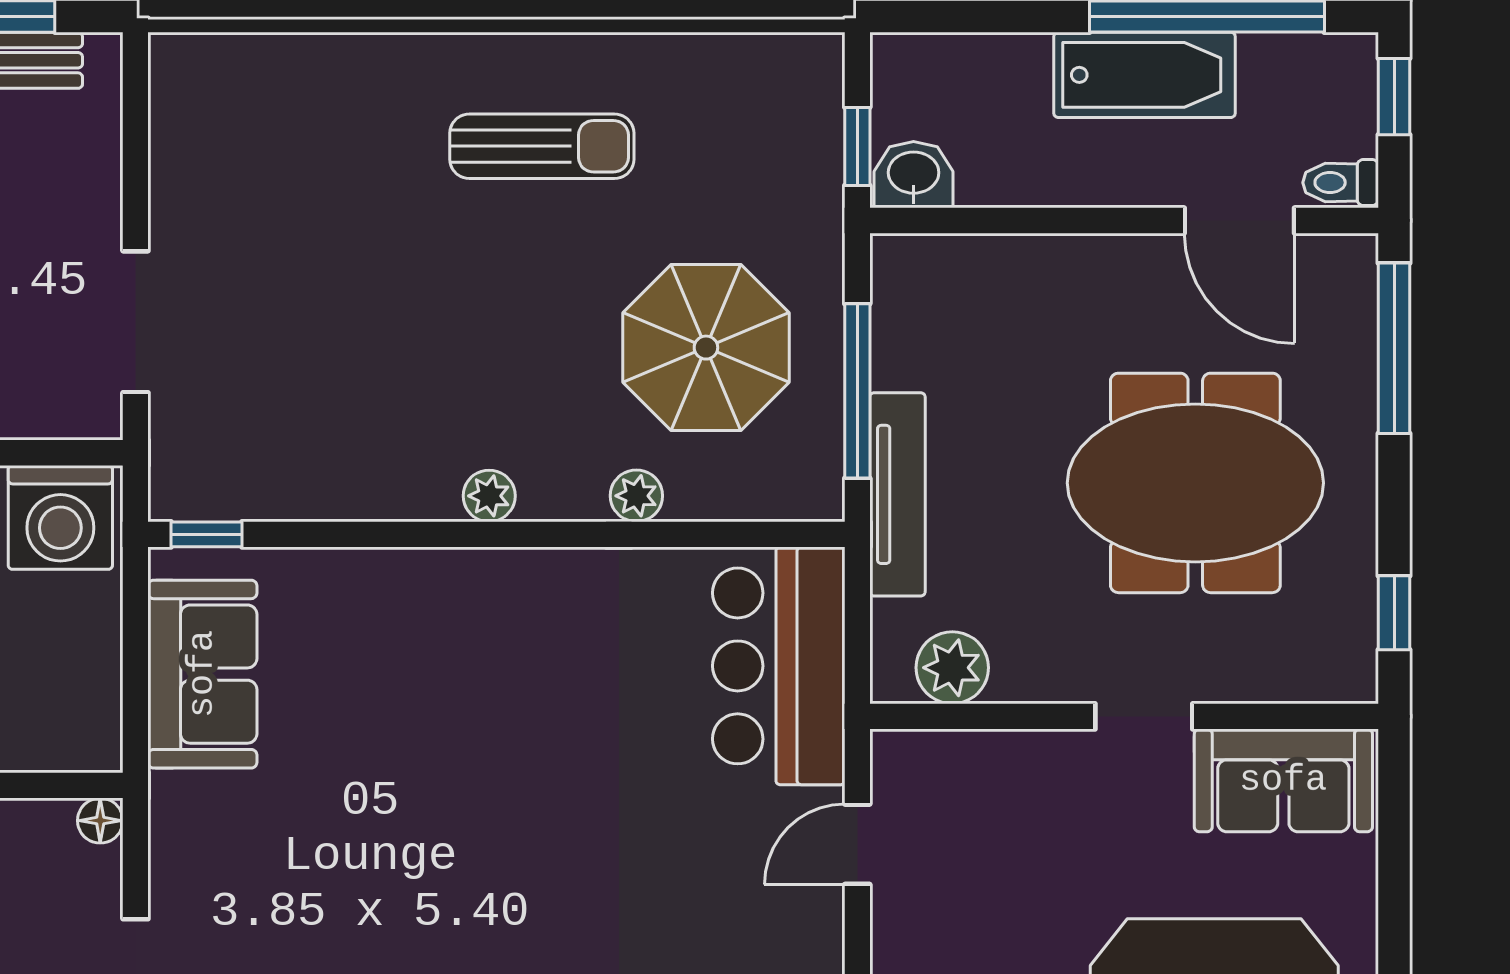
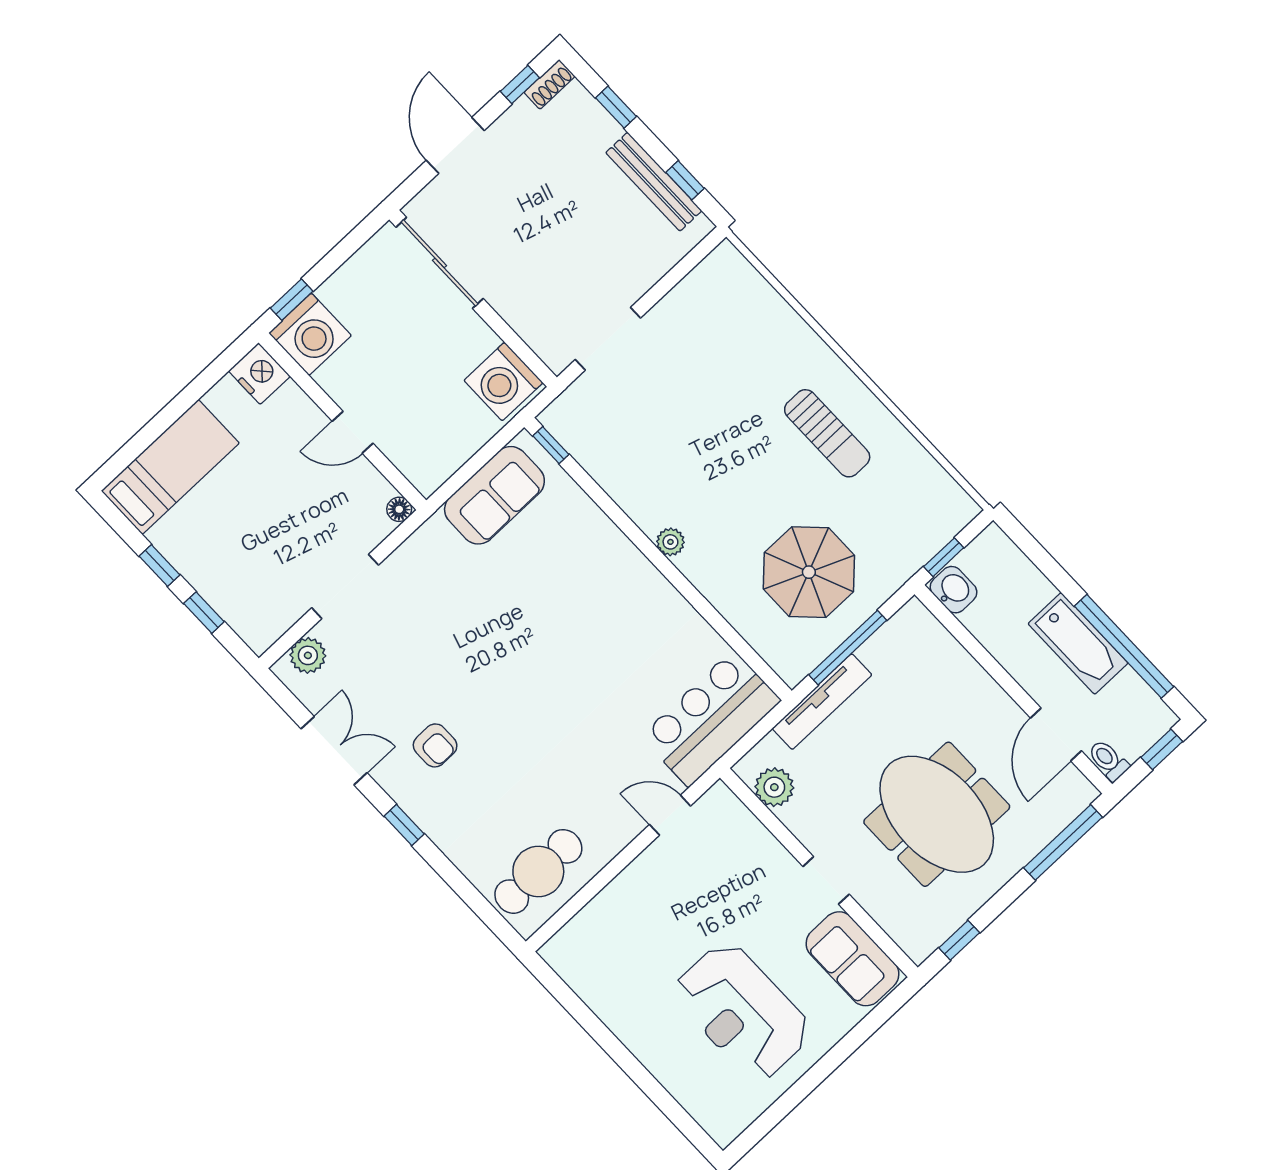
plant: (636, 496) -> (725, 600), removed

